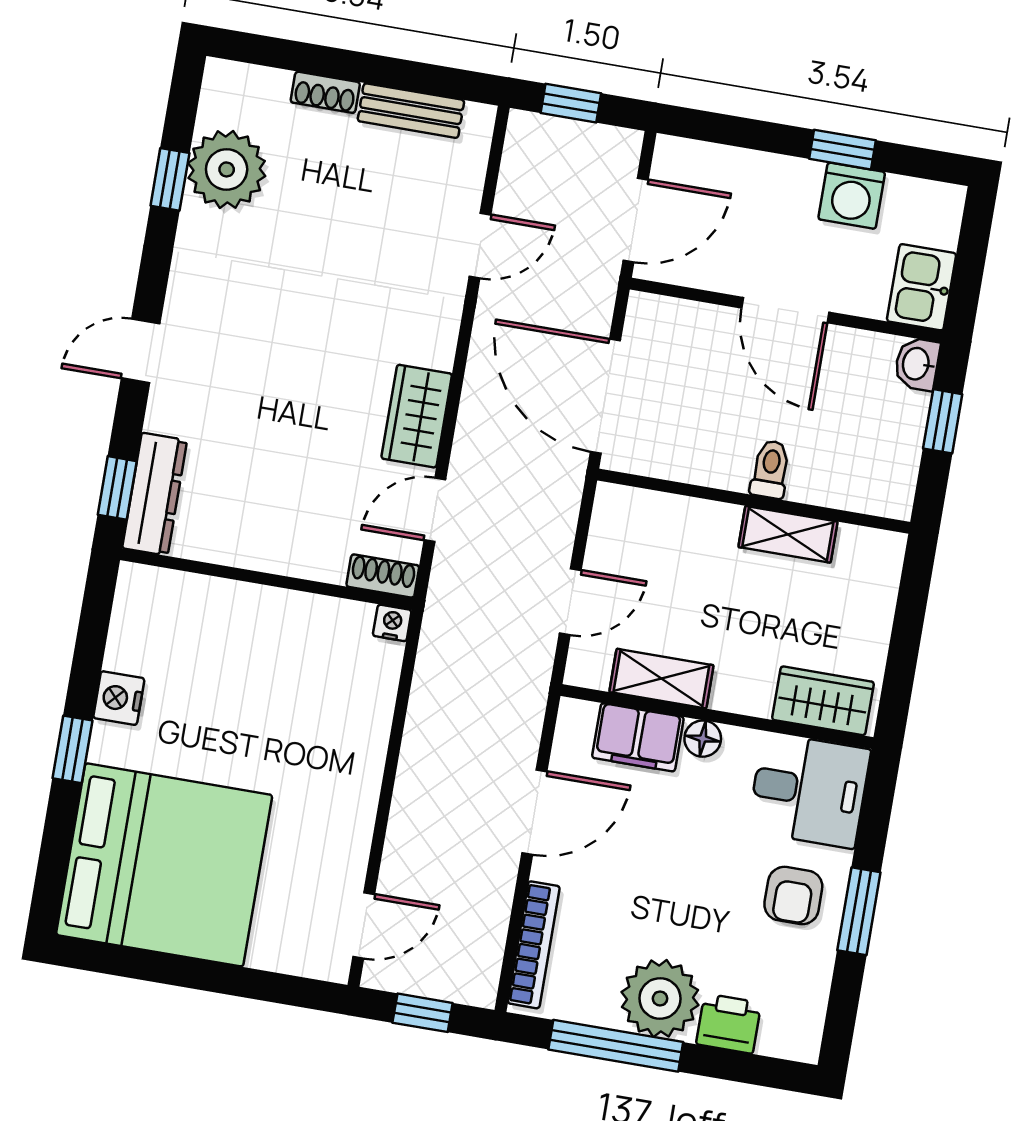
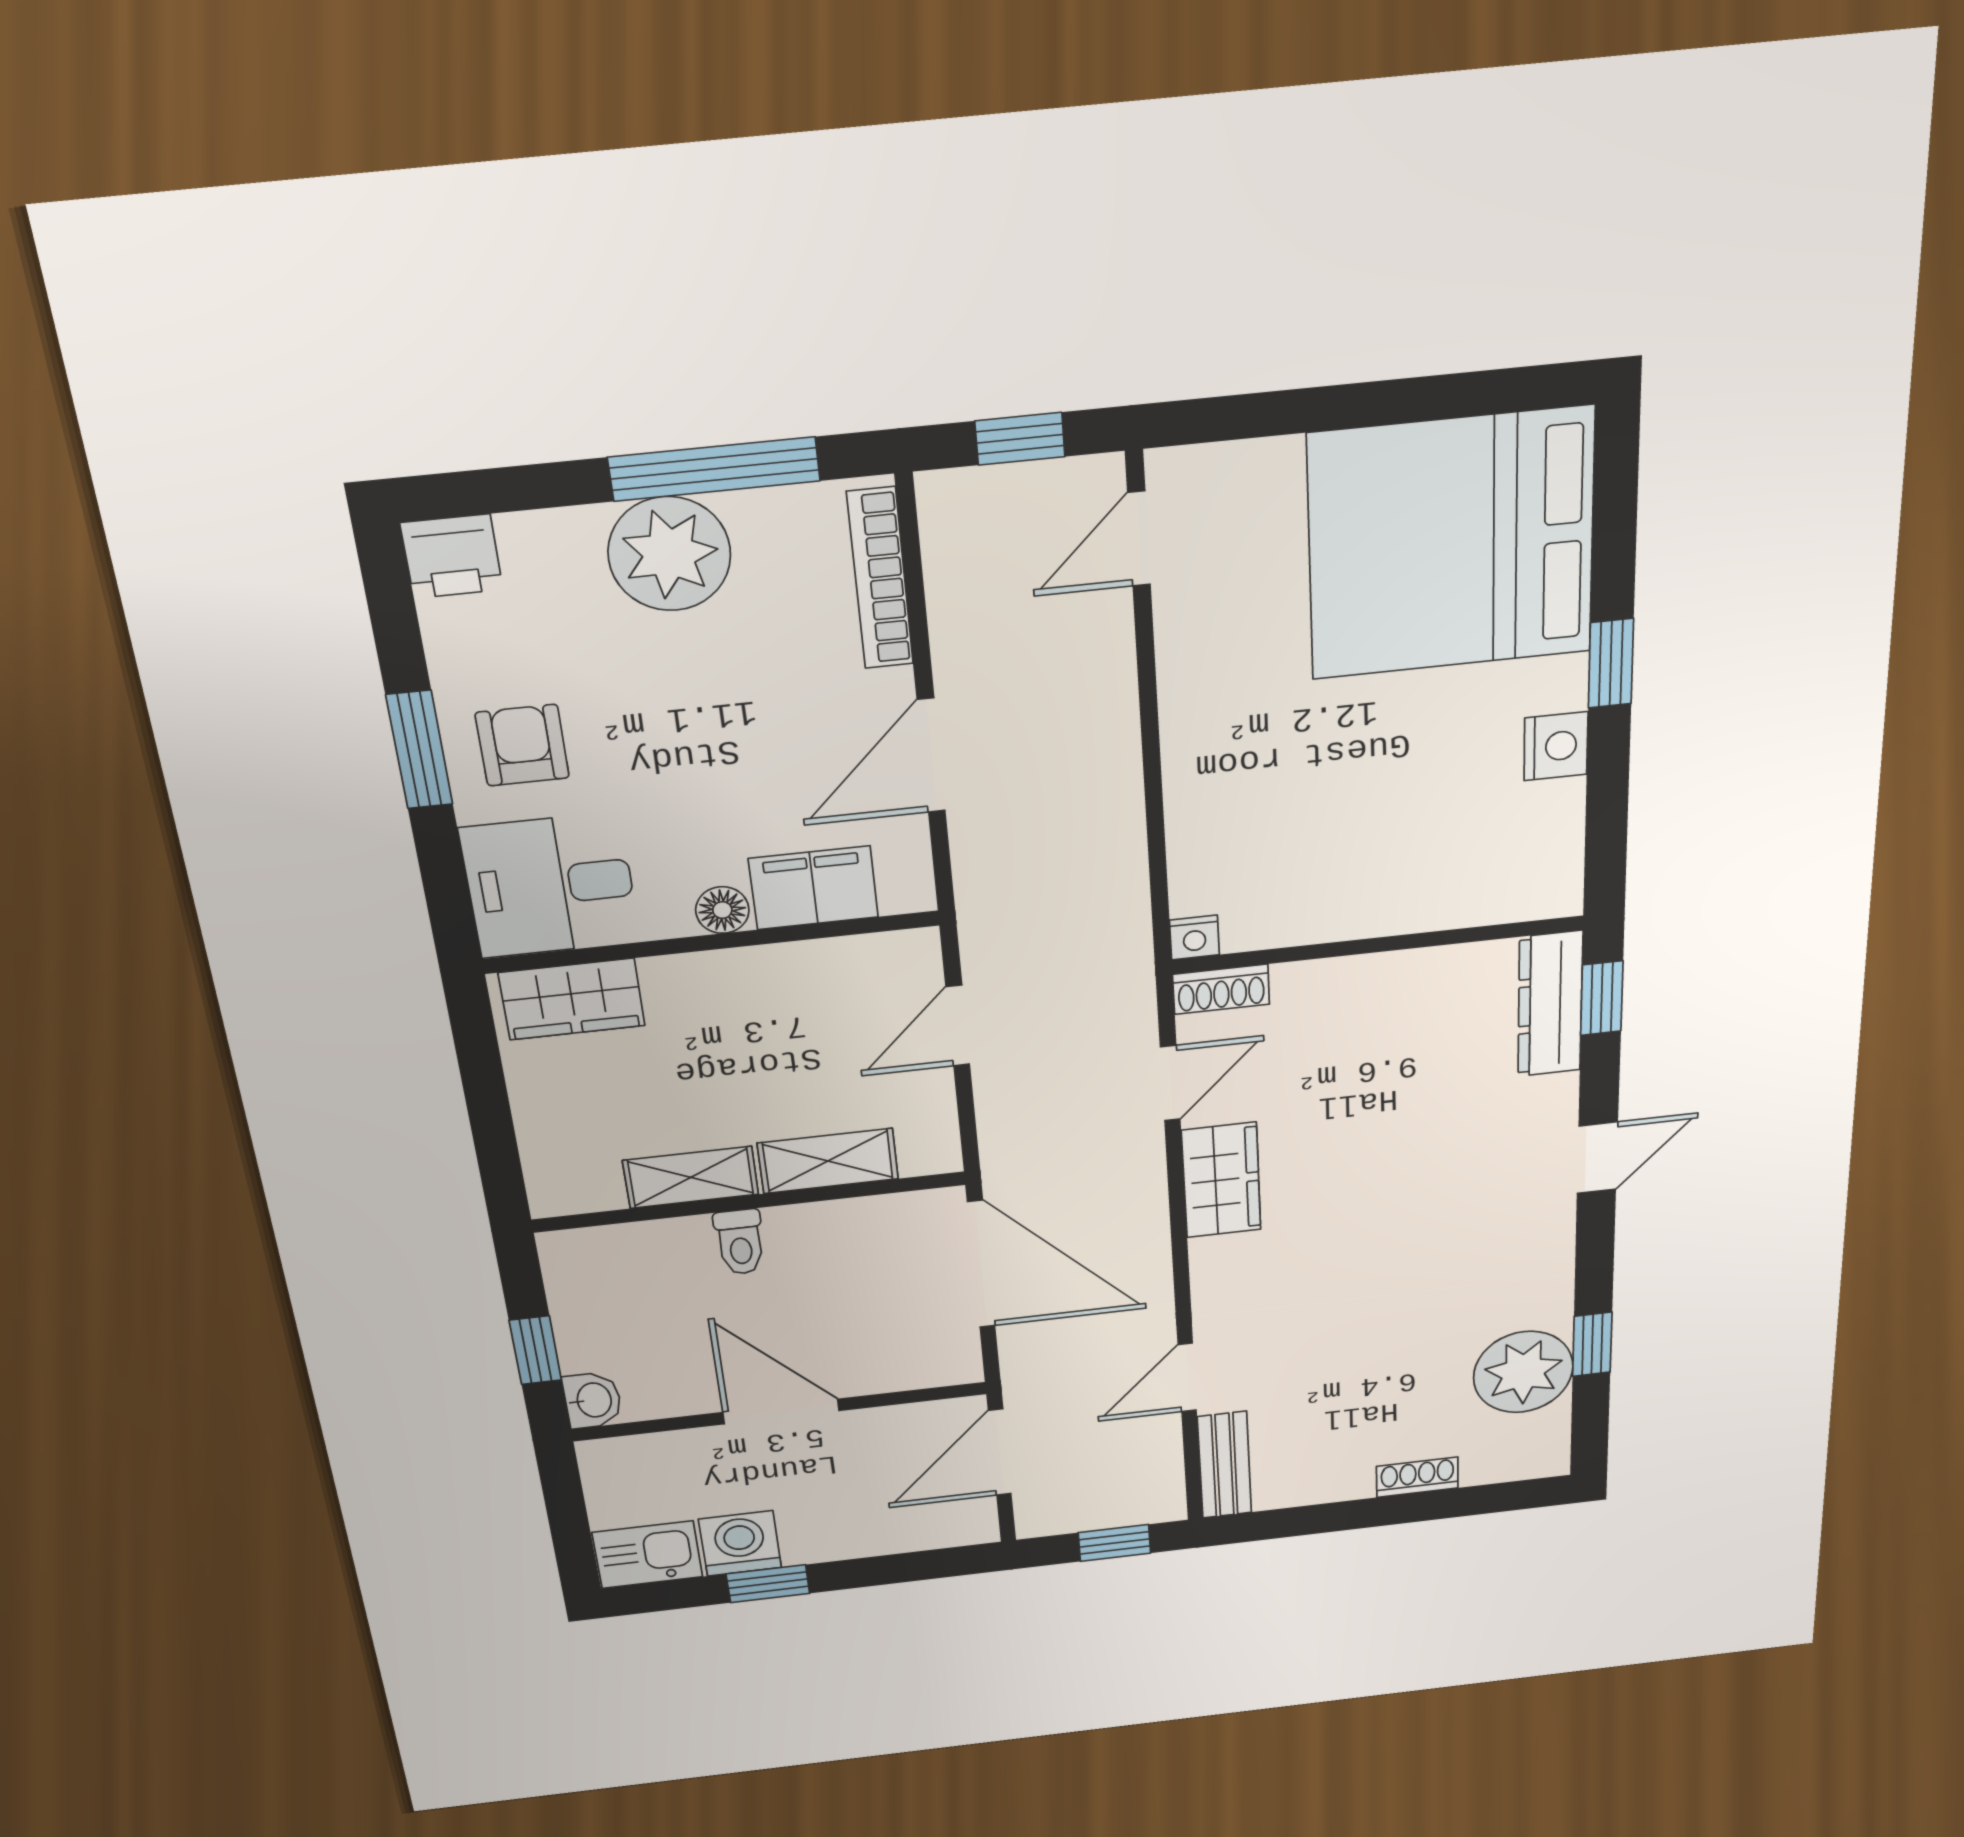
bench: (411, 111) -> (1225, 1465), moved, turned 90
kitchen sink: (922, 287) -> (647, 1555), moved, turned -90
shelving: (661, 679) -> (828, 1161), moved
printer: (729, 1024) -> (452, 556), moved

